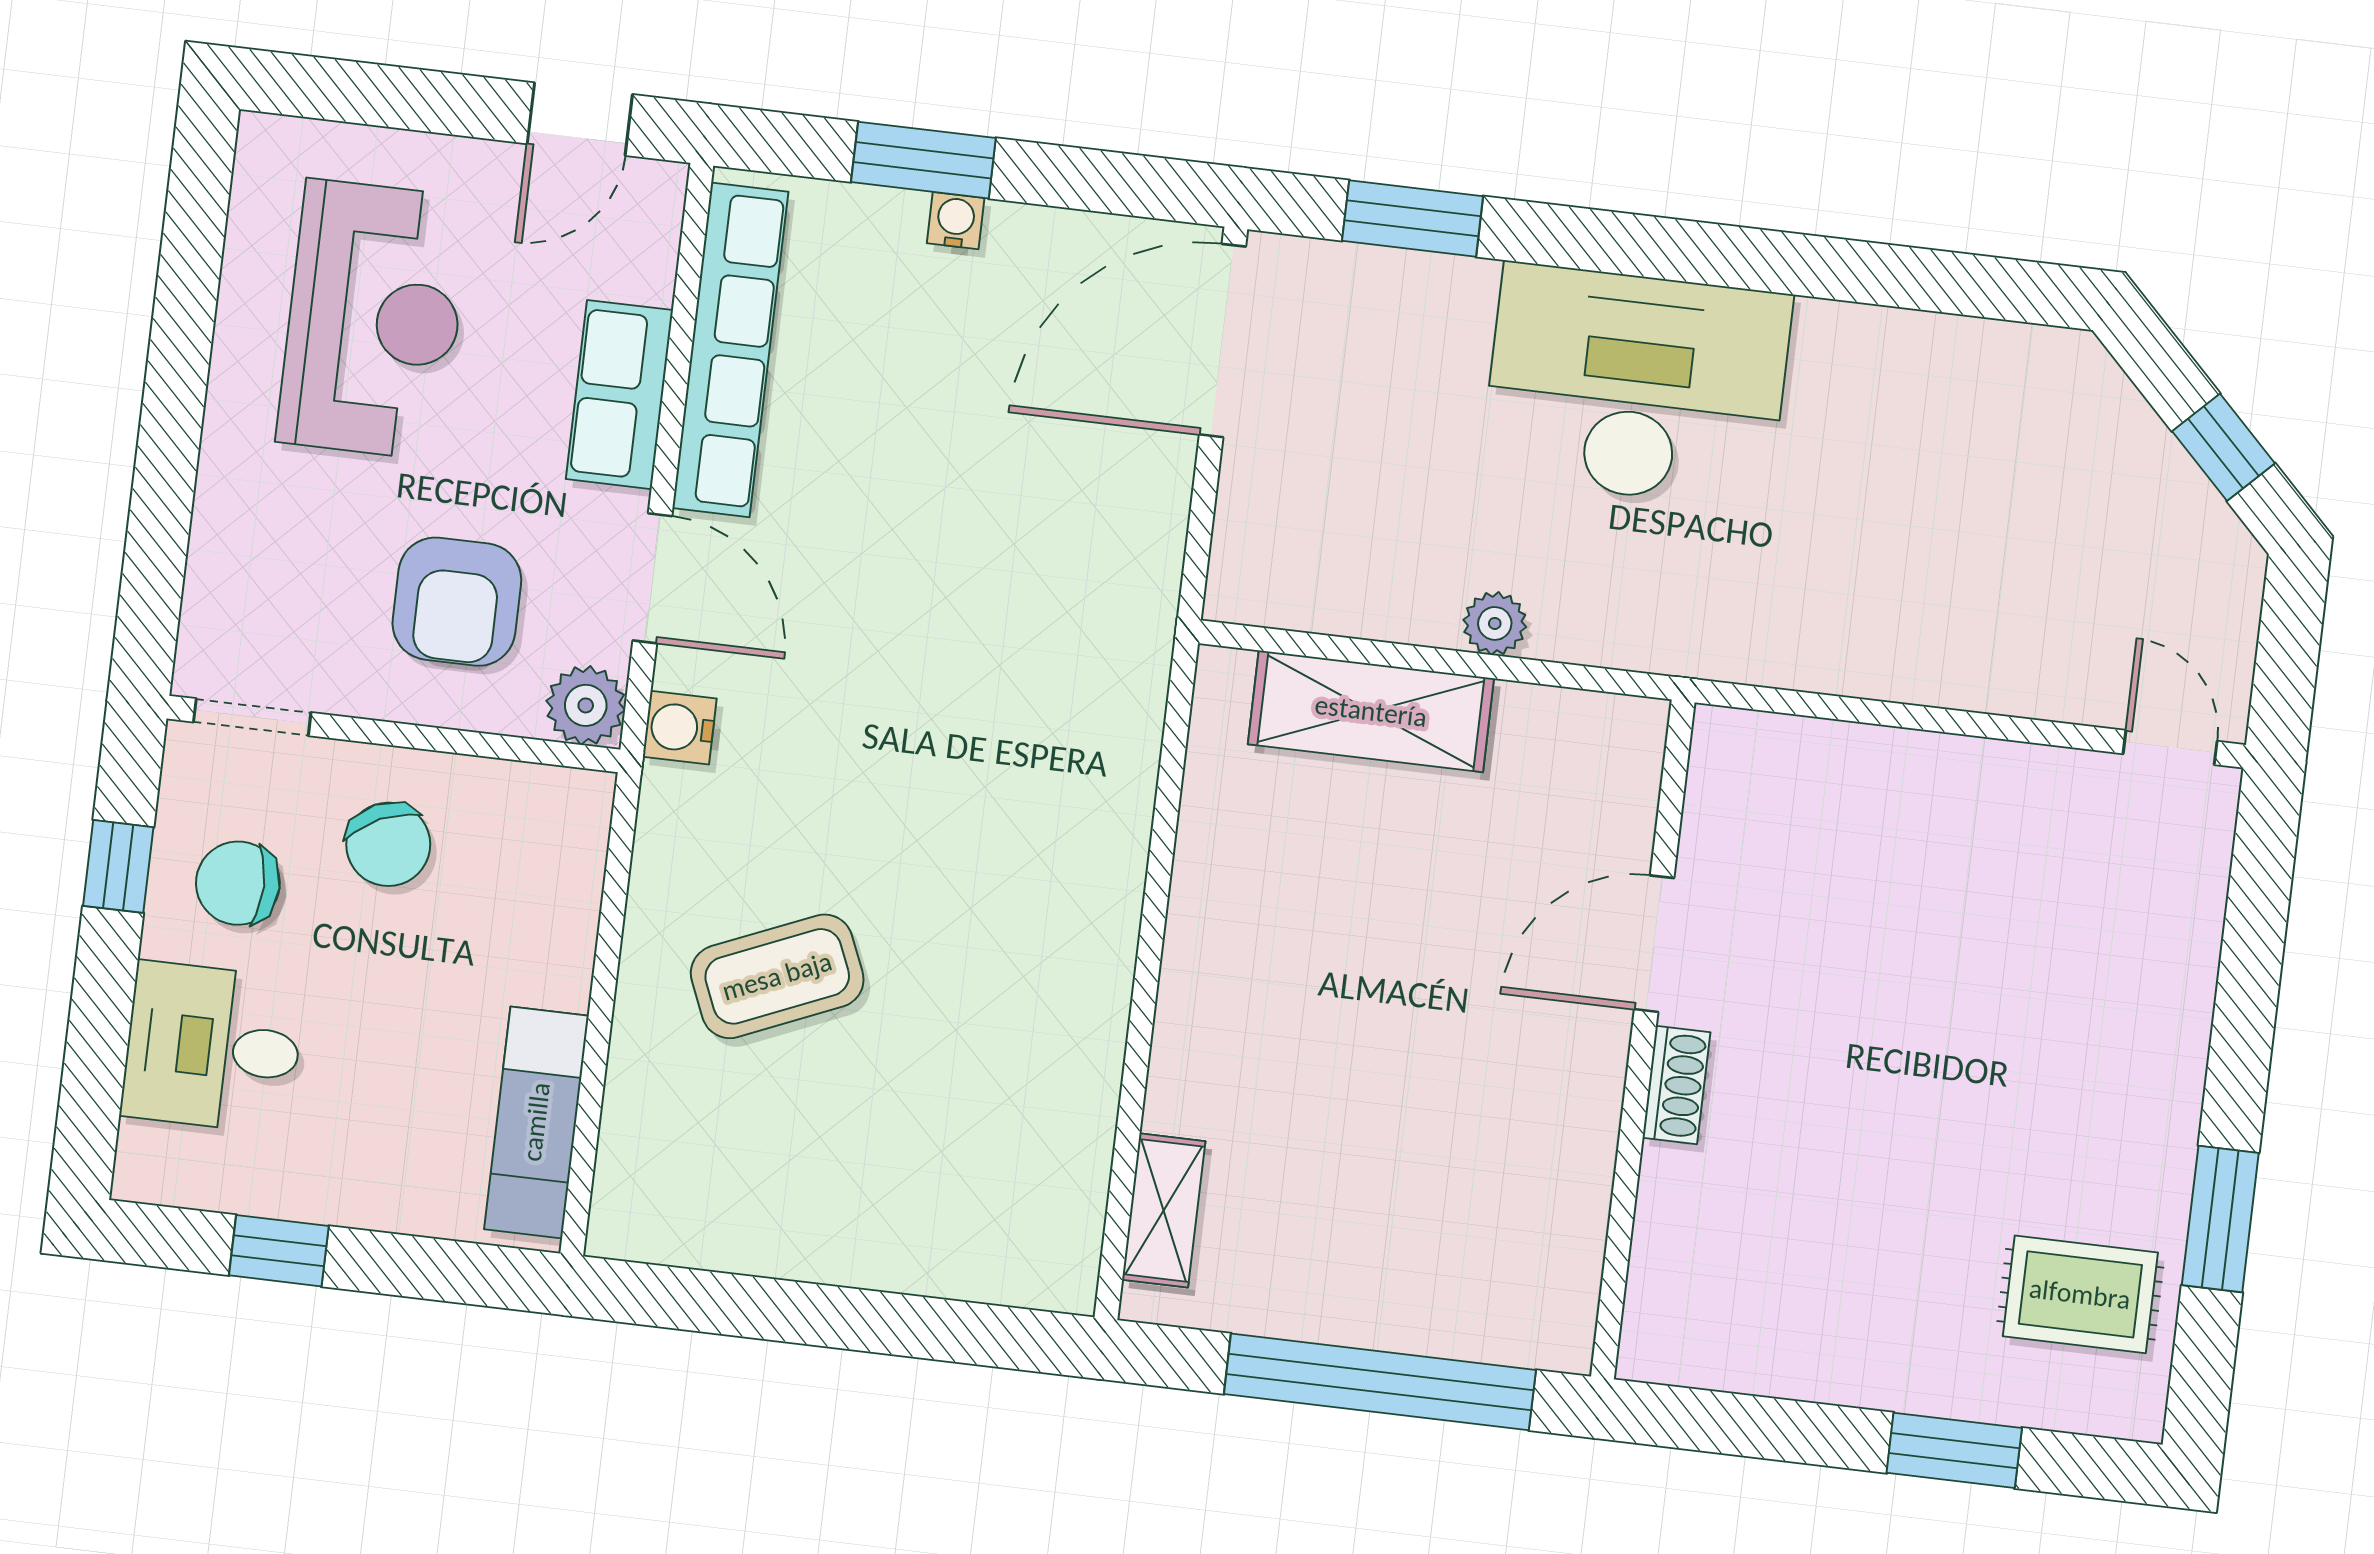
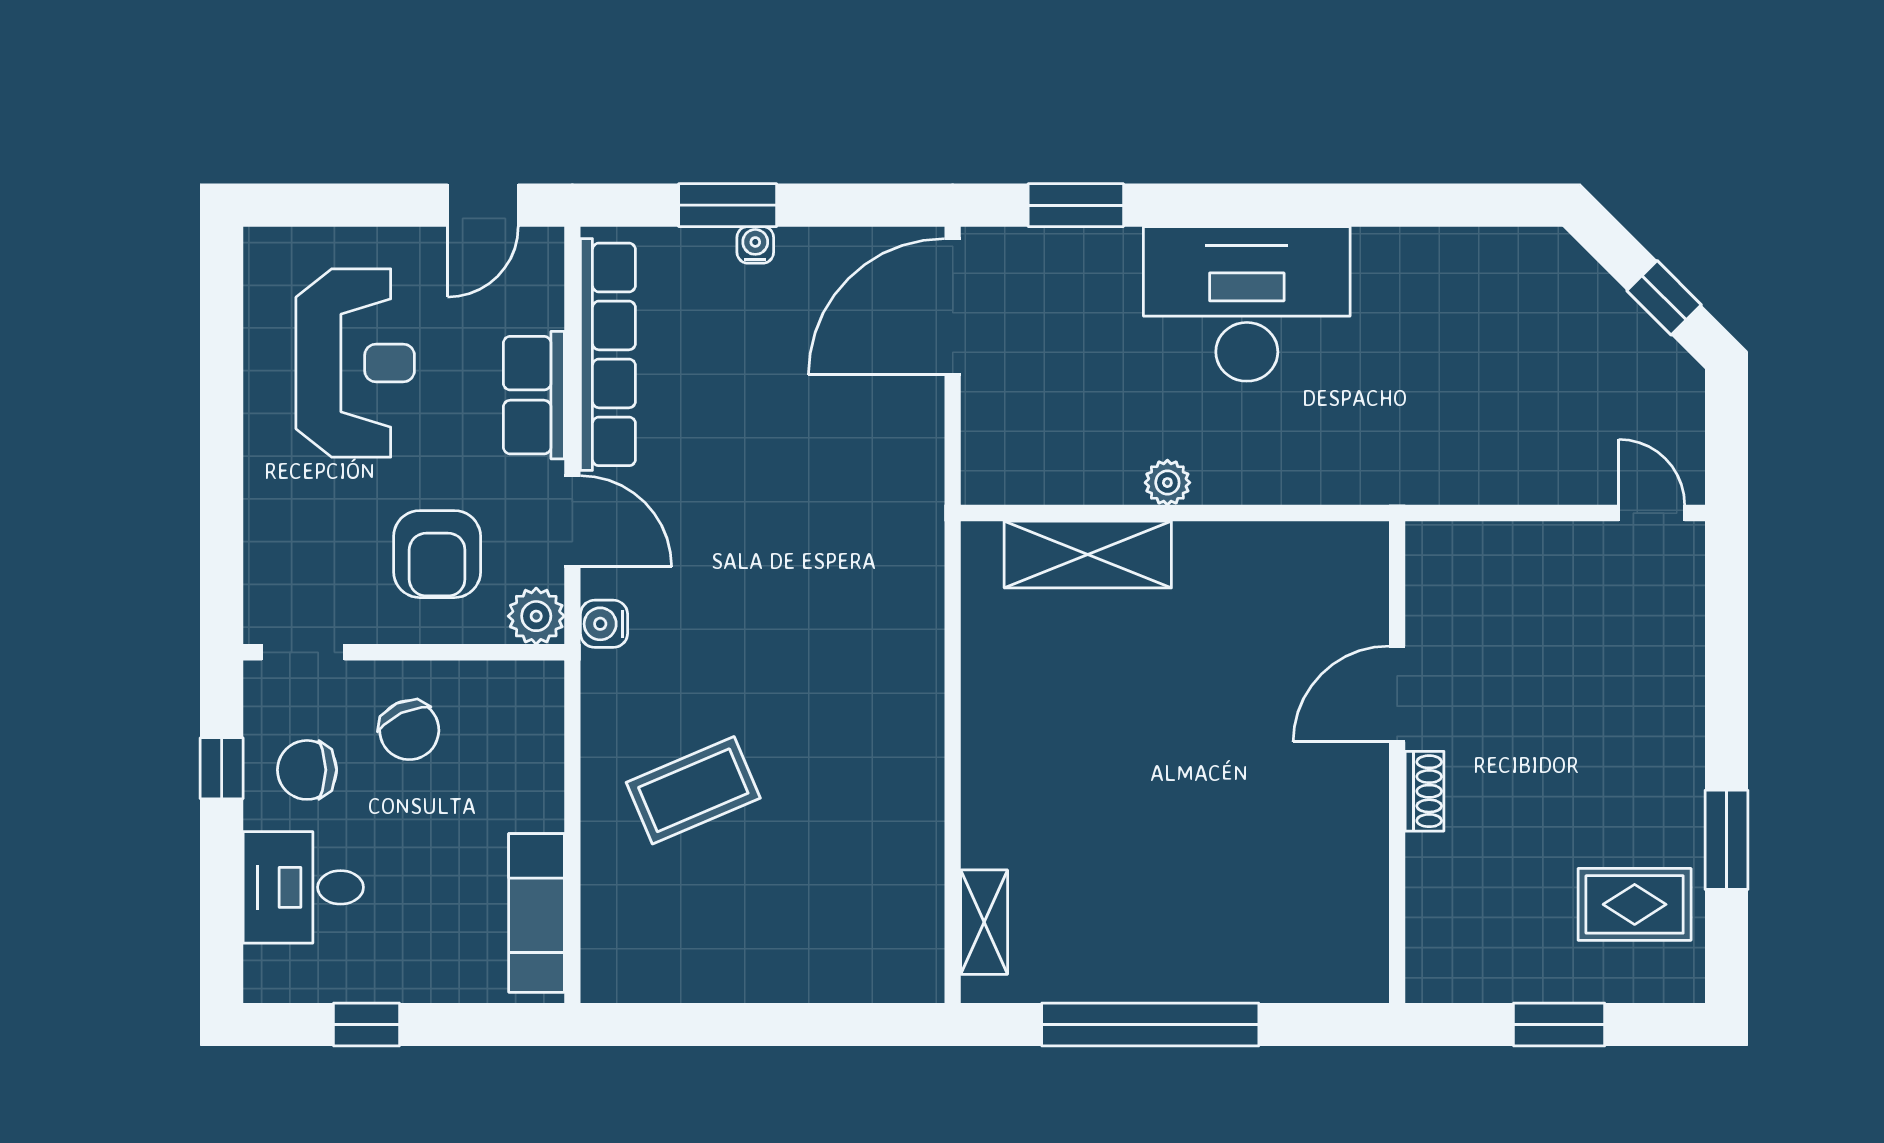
door: (1654, 944) -> (1397, 694), moved
wall: (1643, 1039) -> (1397, 762), moved
shoe rack: (1676, 1085) -> (1425, 791), moved

